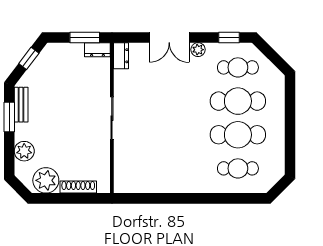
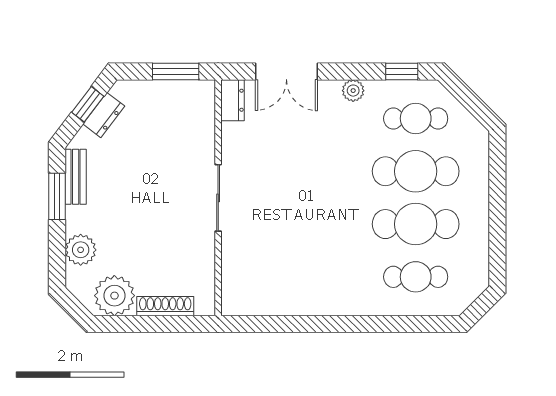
double door: (169, 37) -> (286, 71), moved
dresser: (97, 50) -> (104, 115), moved, turned -53

